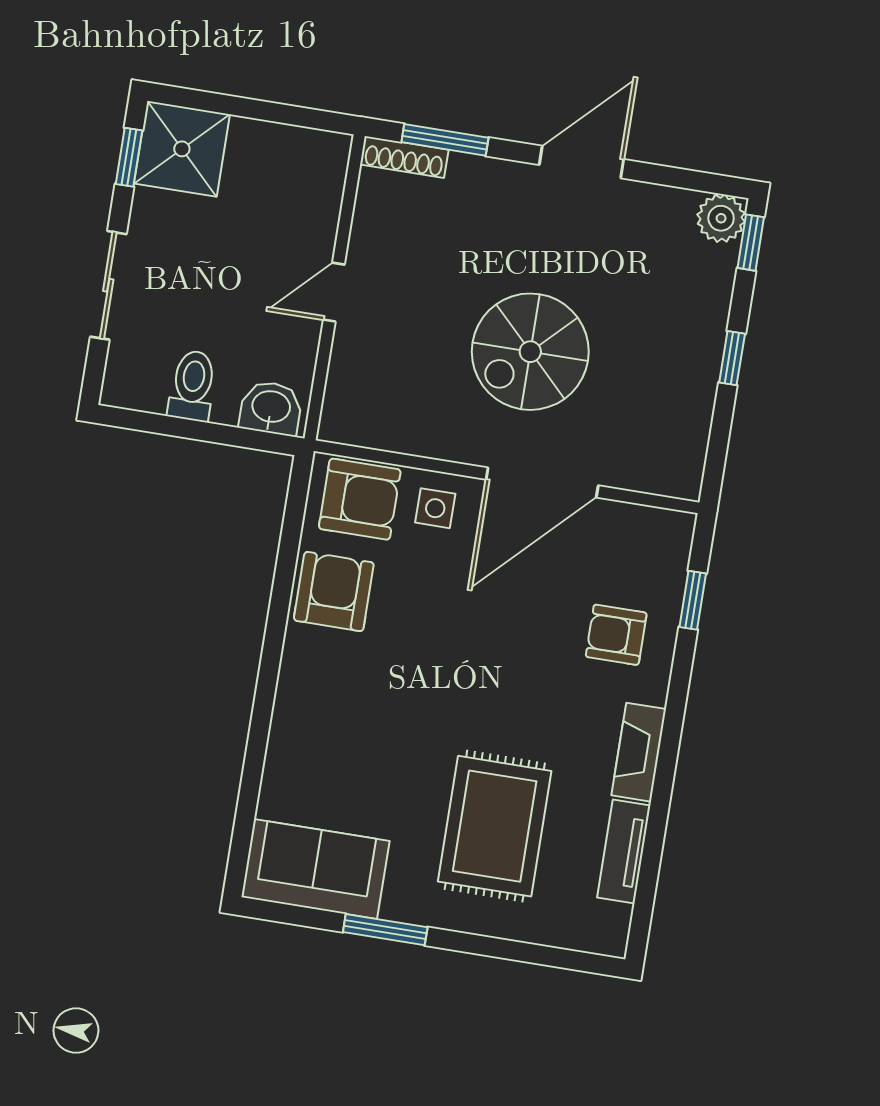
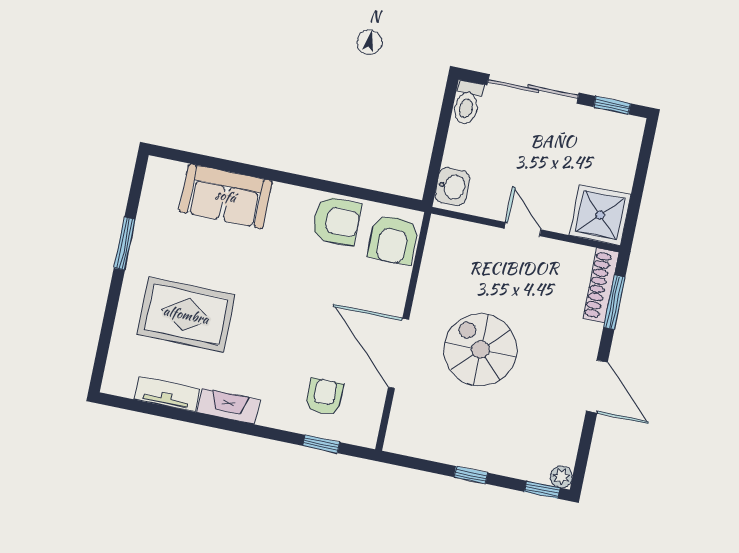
shower: (182, 149) -> (600, 215), moved
shoe rack: (404, 157) -> (601, 285), width x1.36, depth x1.24
plant: (721, 218) -> (561, 477), width x0.73, depth x0.73
sliding door: (108, 285) -> (533, 89), width x1.37
toilet: (192, 386) -> (467, 103), moved, turned 90
side table: (435, 508) -> (386, 286), removed
armchair: (616, 635) -> (324, 397), moved
sofa: (315, 869) -> (226, 196), moved, turned 90

